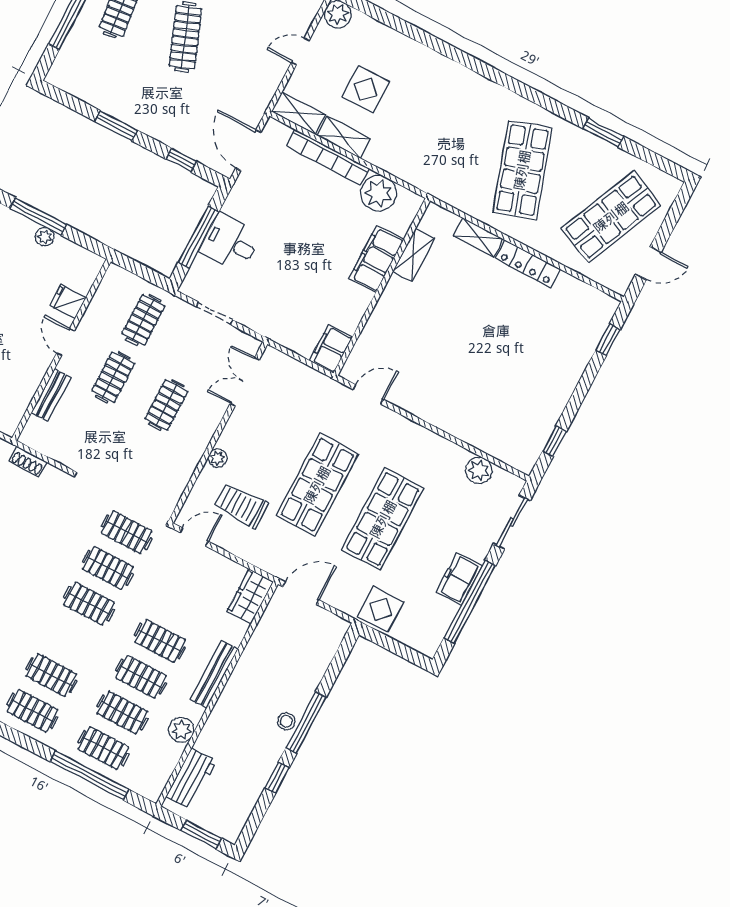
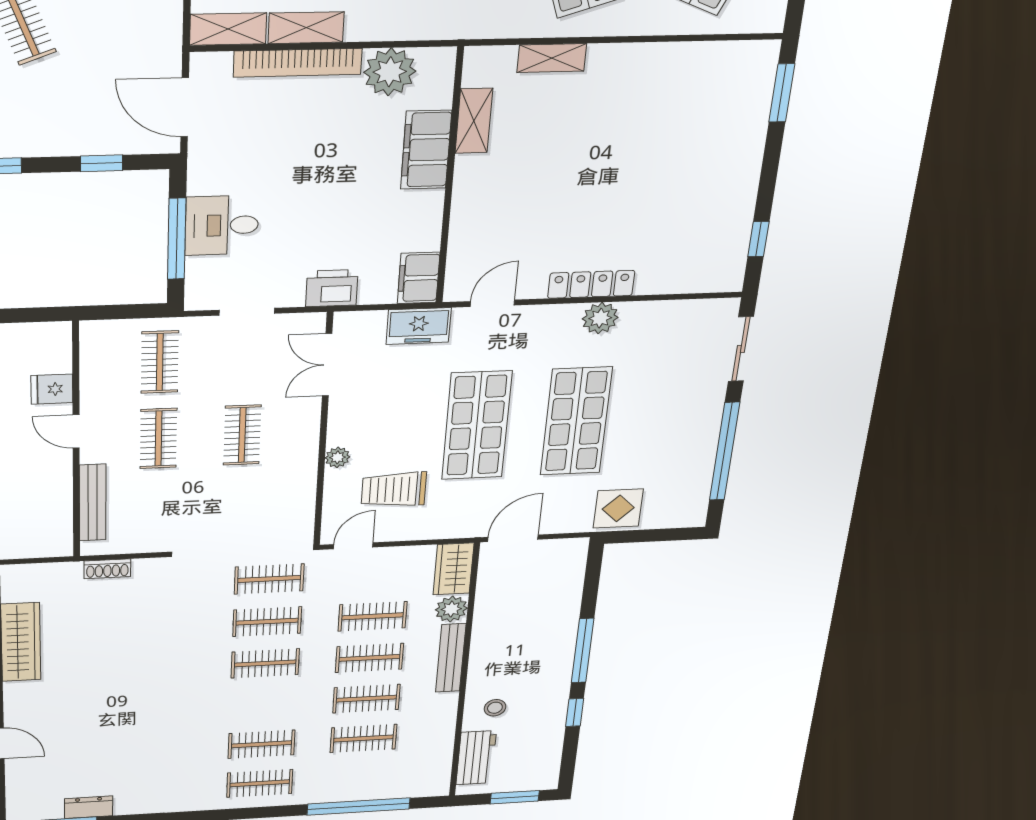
locker: (528, 264) -> (591, 284), moved, turned 180
printer: (274, 326) -> (332, 288), added
window: (608, 340) -> (782, 93), width x1.50
bench: (51, 395) -> (93, 503), width x1.36
plant: (479, 470) -> (600, 318), moved
freezer: (459, 579) -> (419, 326), moved, turned -90
stool: (286, 721) -> (495, 708), moved
plant: (181, 730) -> (451, 609), moved
clothes rail: (103, 748) -> (372, 616), moved

